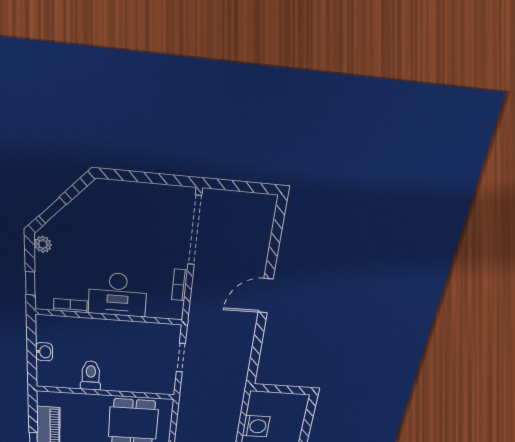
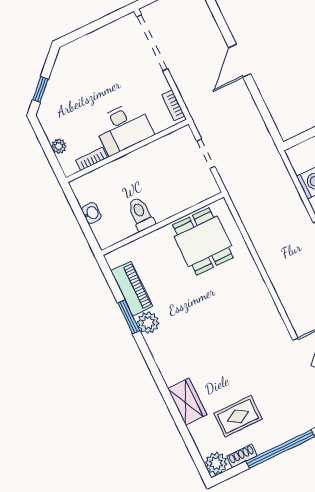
plant: (43, 244) -> (59, 146), moved
window: (30, 283) -> (52, 158), removed
bookcase: (180, 285) -> (173, 105), moved

